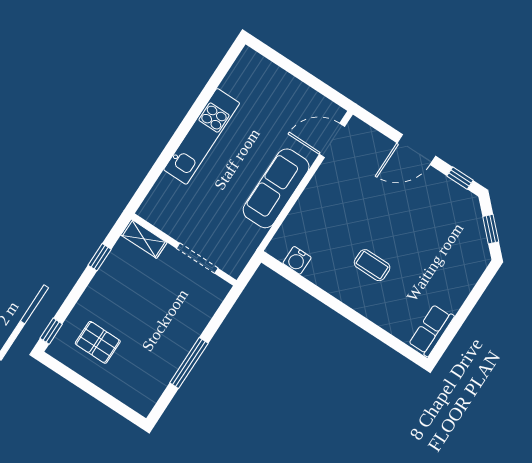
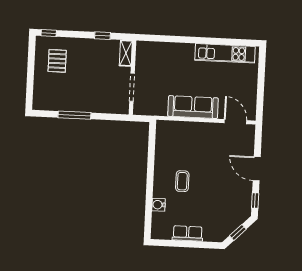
kitchen unit: (202, 136) -> (225, 53), moved
water cooler: (297, 260) -> (159, 205), moved
row of seats: (431, 330) -> (188, 233), moved

